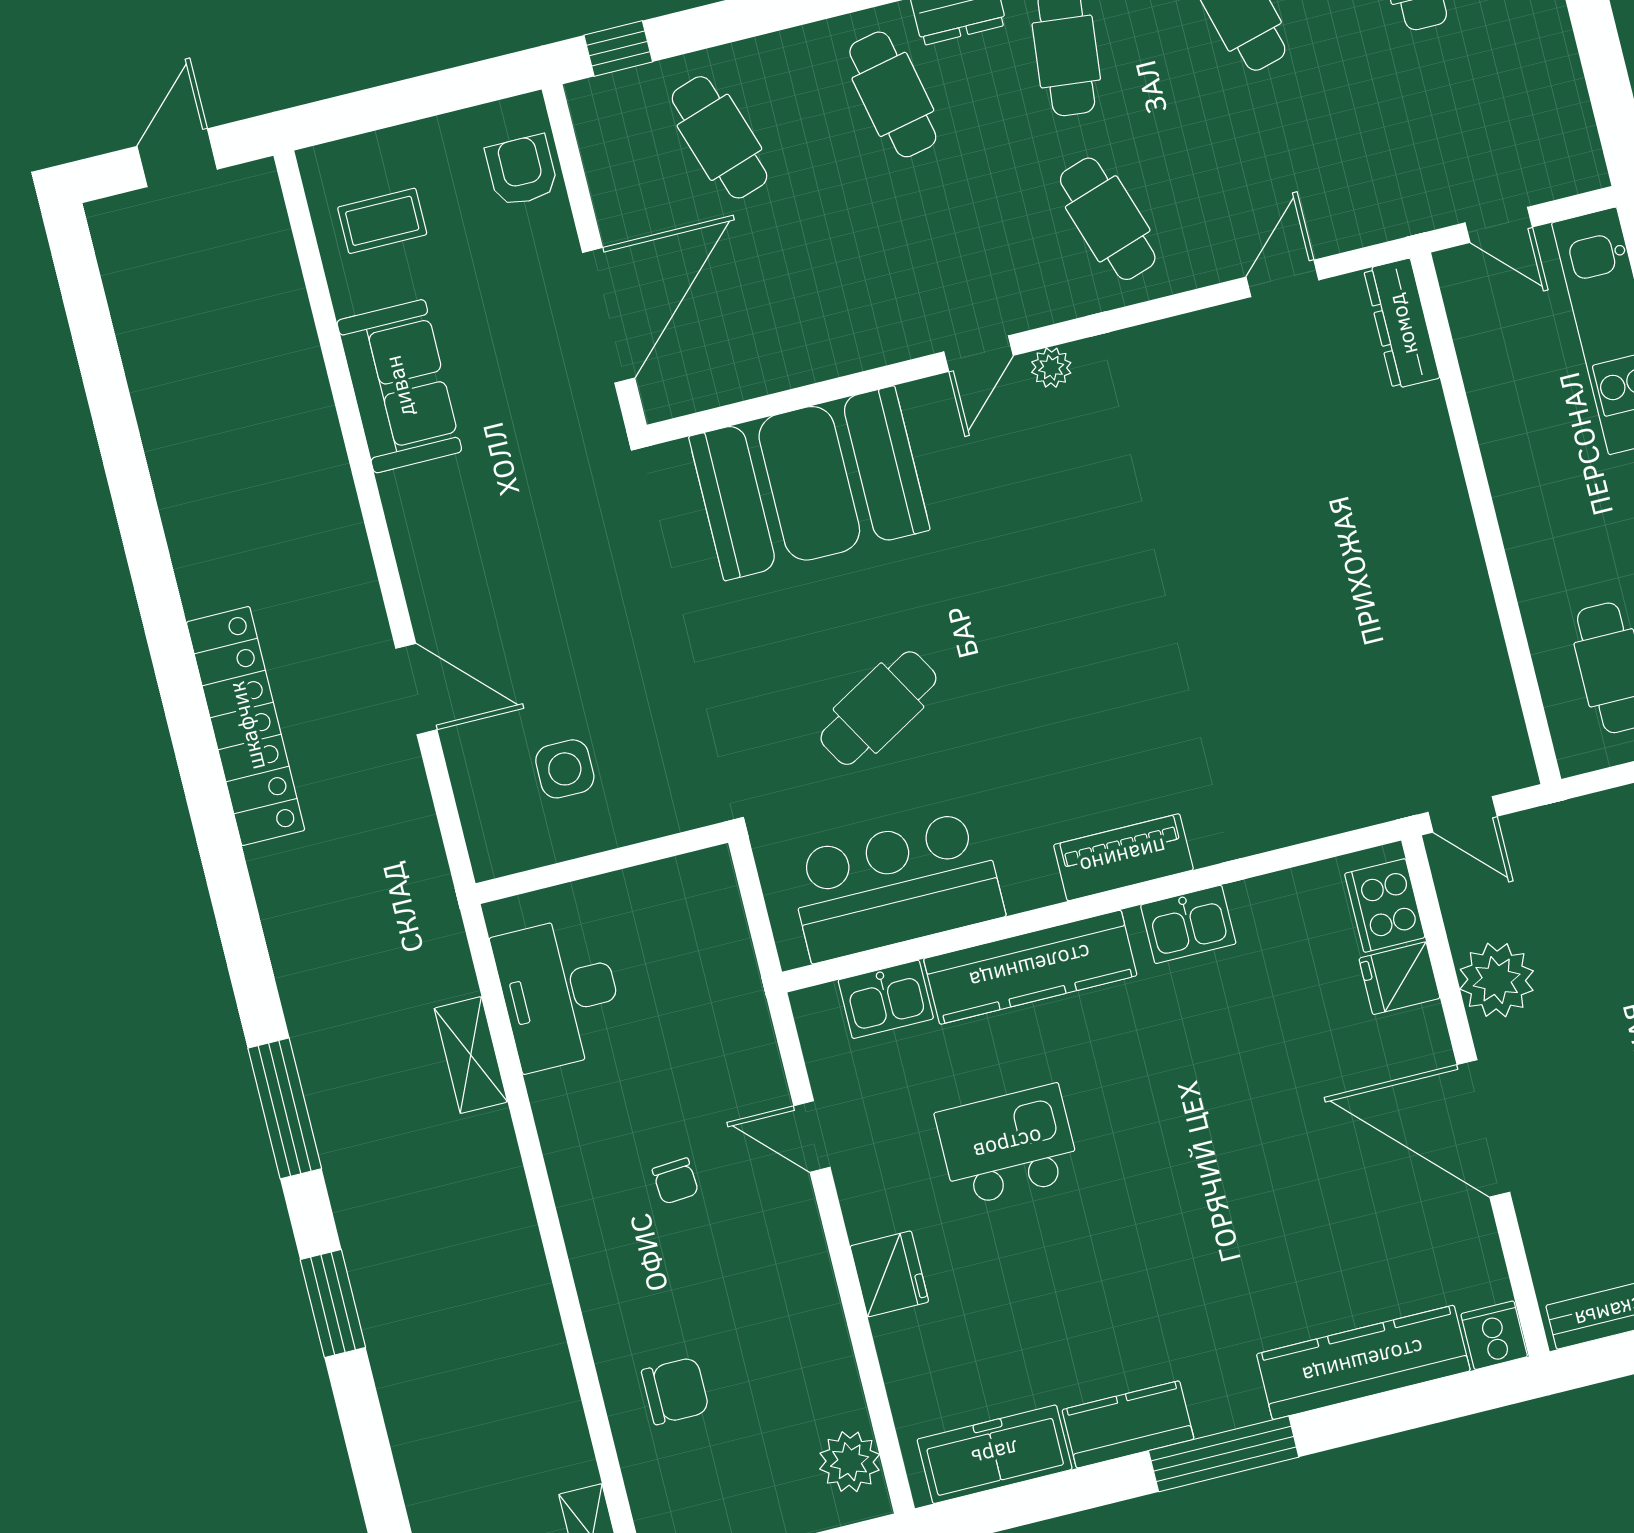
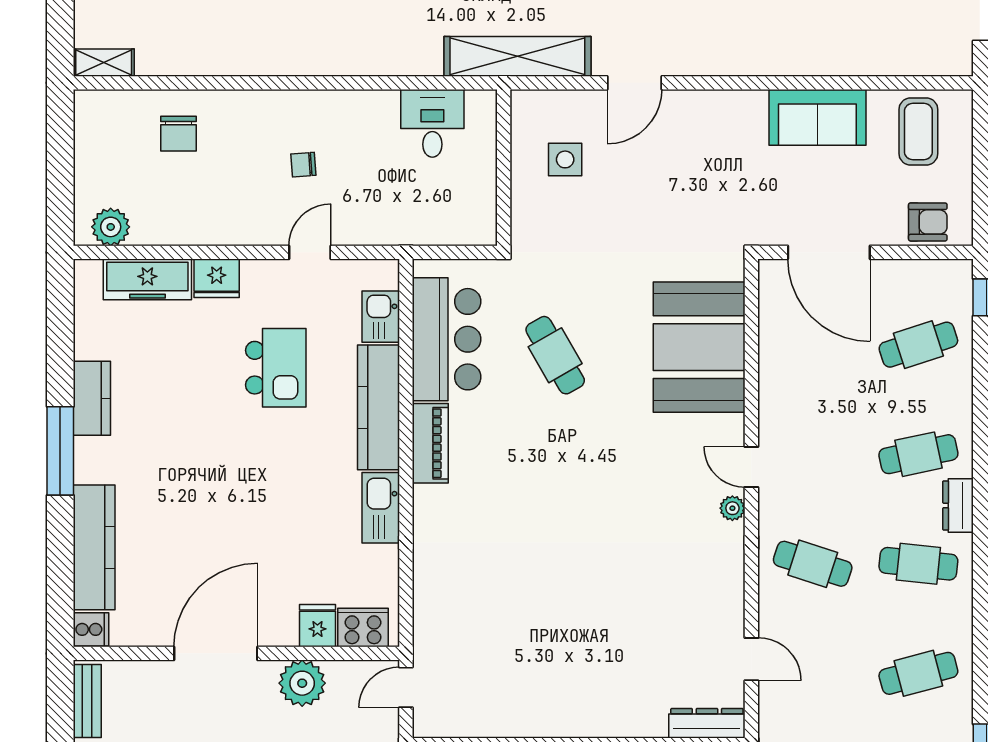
cafe table: (1108, 219) -> (813, 564), turned 36
coffee table: (382, 221) -> (918, 131), width x1.36, depth x1.30
piano: (1123, 857) -> (430, 443), moved
kitchen sink: (1188, 924) -> (381, 508), width x1.38
desk: (560, 993) -> (432, 123), width x0.73
shelving: (471, 1055) -> (517, 56), moved, width x2.20, depth x1.33
freezer: (995, 1454) -> (147, 279), moved, turned 90

